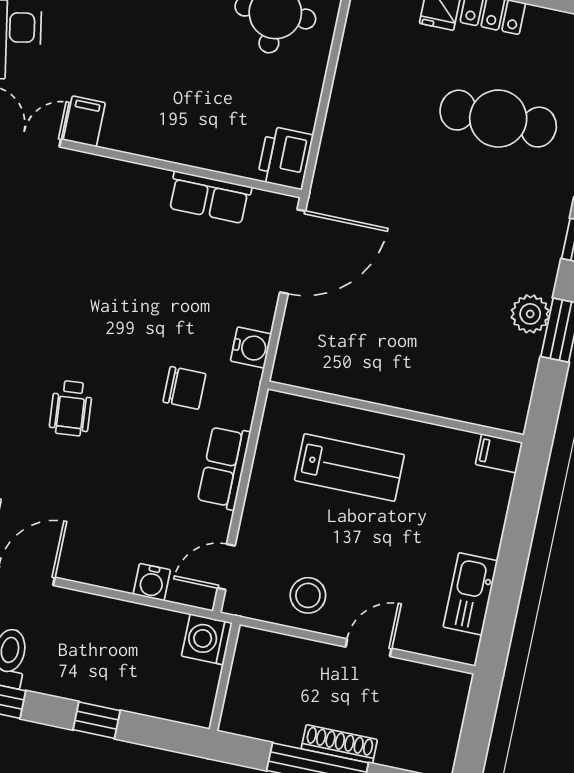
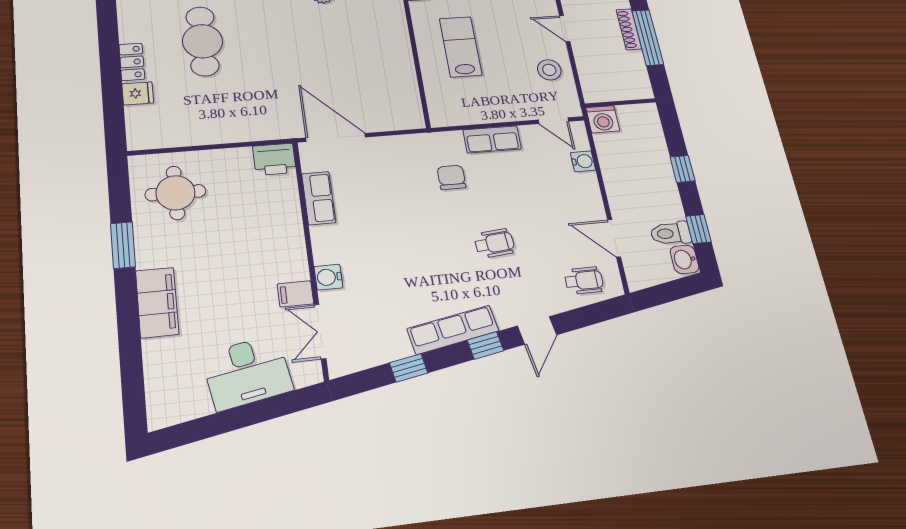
water cooler: (251, 347) -> (328, 277), moved, turned -90
lab bench: (349, 468) -> (461, 47), moved

